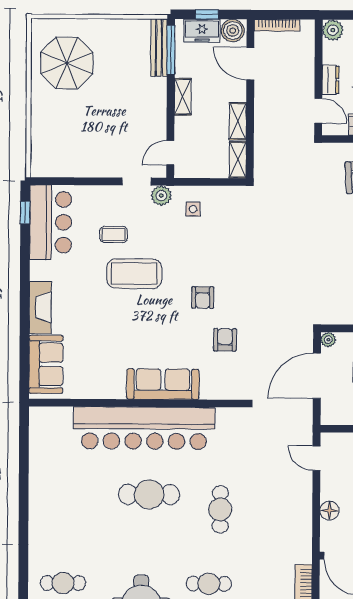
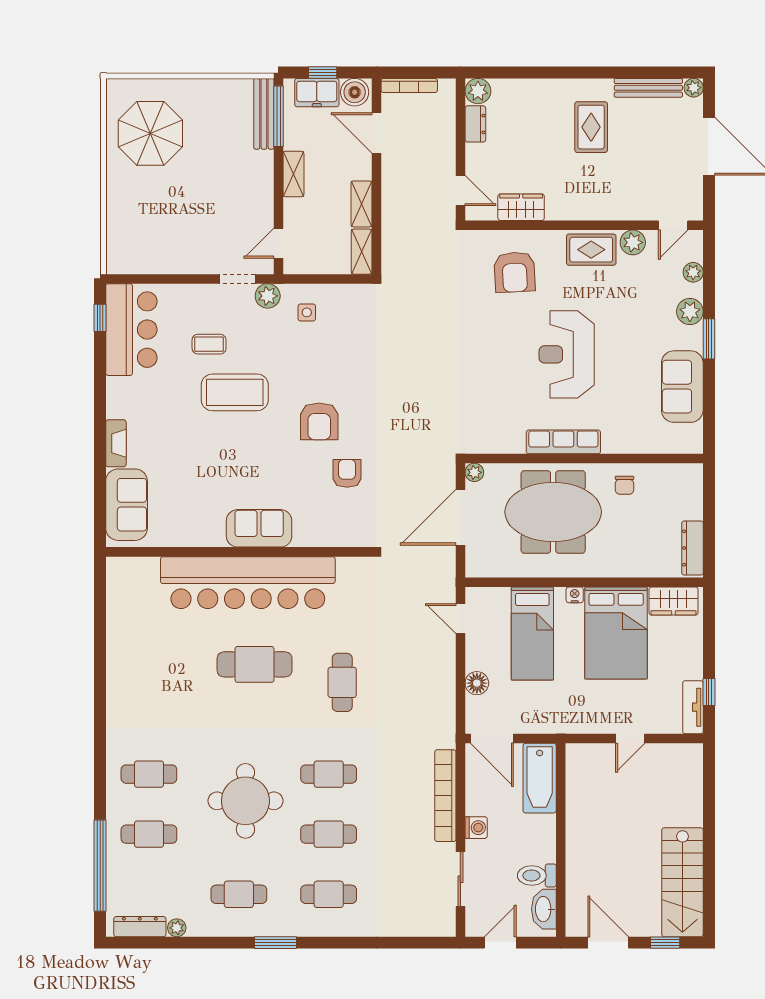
dresser: (331, 80) -> (475, 124), moved
armchair: (203, 298) -> (319, 421), width x1.38, depth x1.38
fireplace: (40, 307) -> (116, 443), width x0.73, depth x0.76
sofa: (163, 384) -> (259, 528), width x0.73

